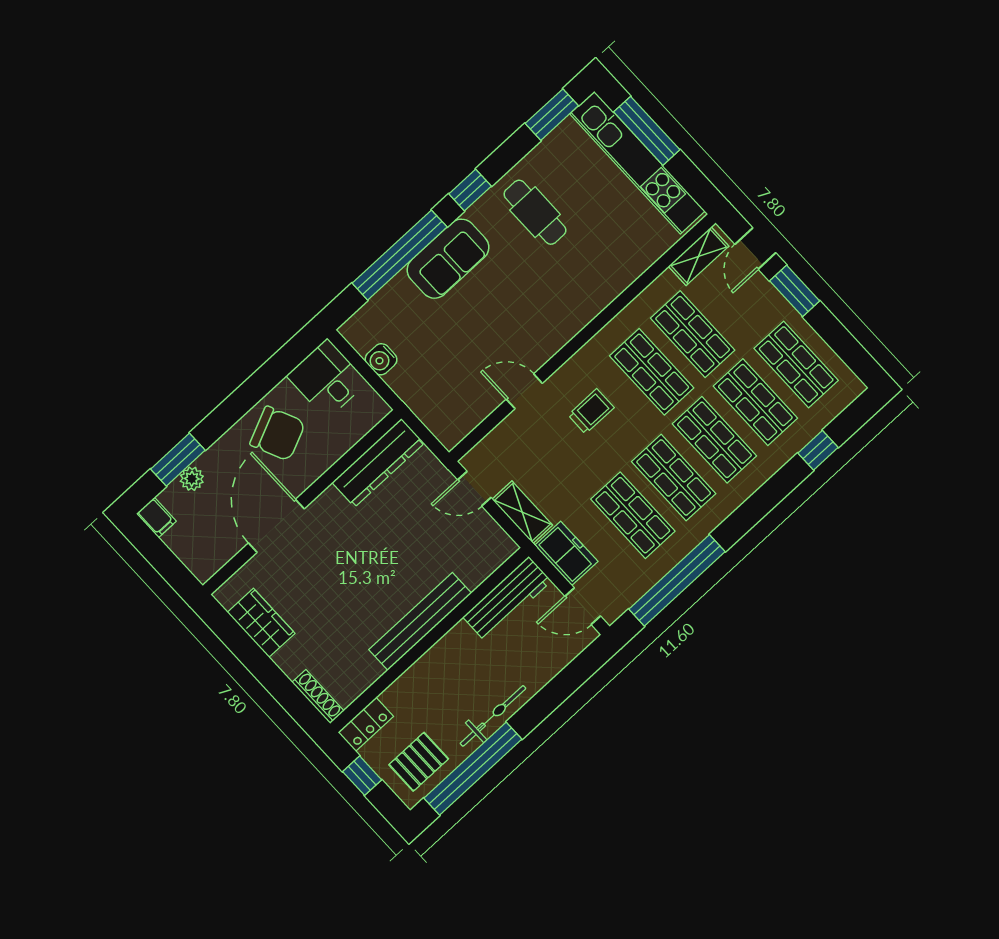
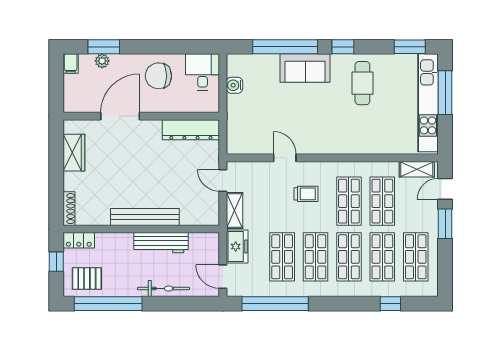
chair: (278, 434) -> (158, 76), turned 114
workbench: (507, 599) -> (161, 243), moved
bicycle: (493, 716) -> (163, 288), moved

